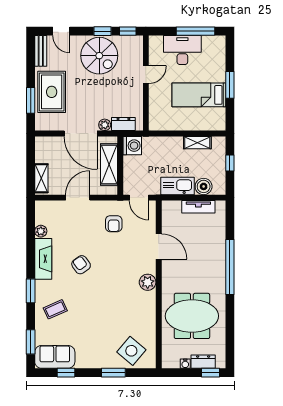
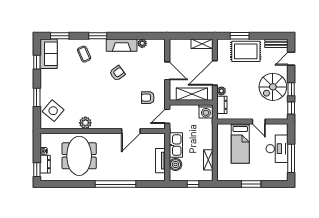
bed: (199, 95) -> (240, 143), moved, turned 180
shelving: (41, 178) -> (202, 44), moved
plant: (148, 282) -> (85, 123), moved

